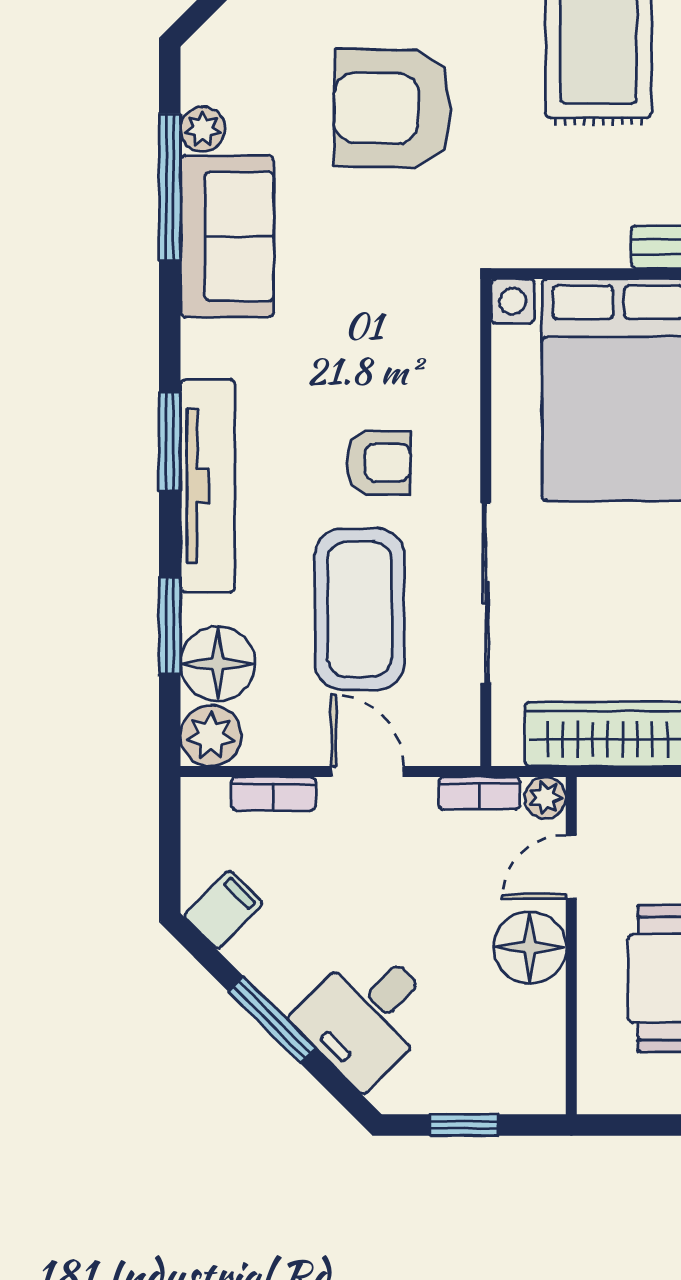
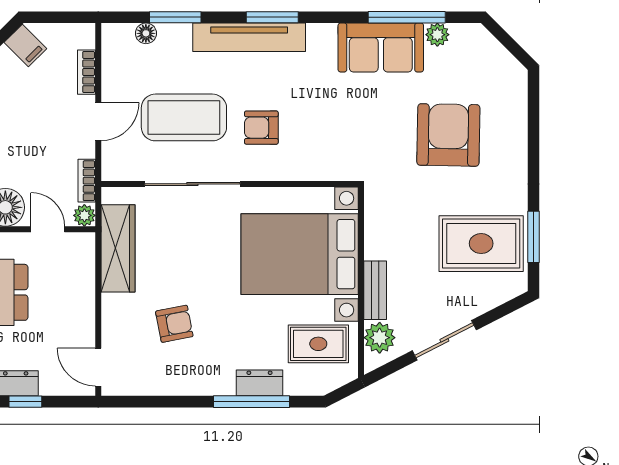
armchair: (379, 463) -> (261, 128), turned 90
floor lamp: (218, 664) -> (146, 33), width x0.53, depth x0.53
plant: (211, 736) -> (117, 39), removed

